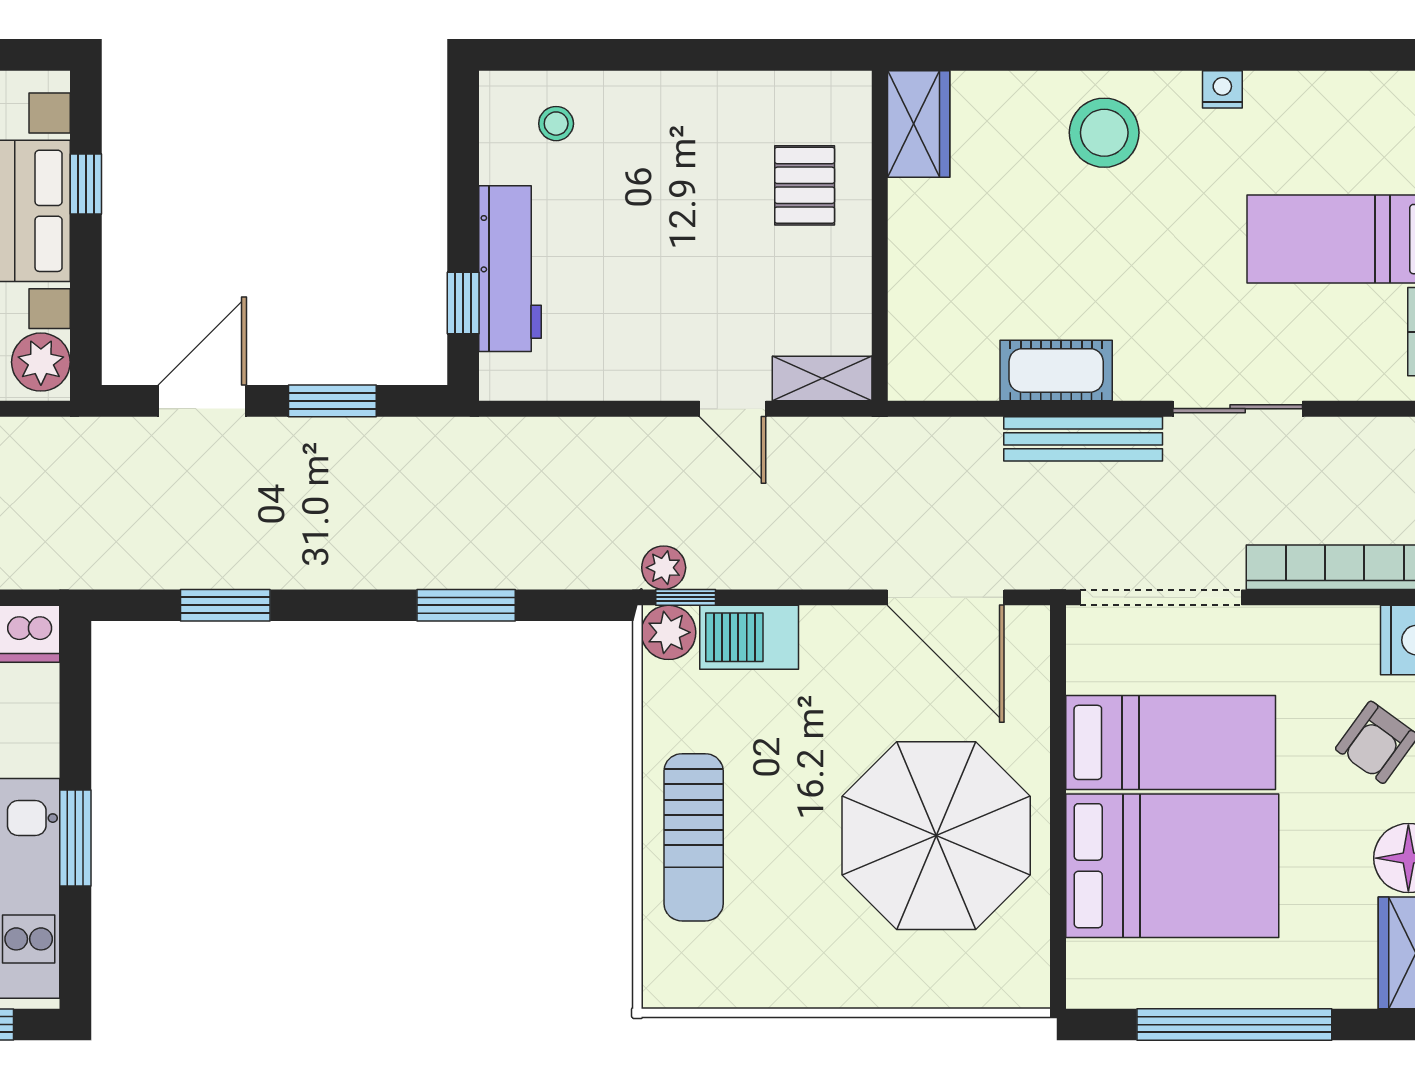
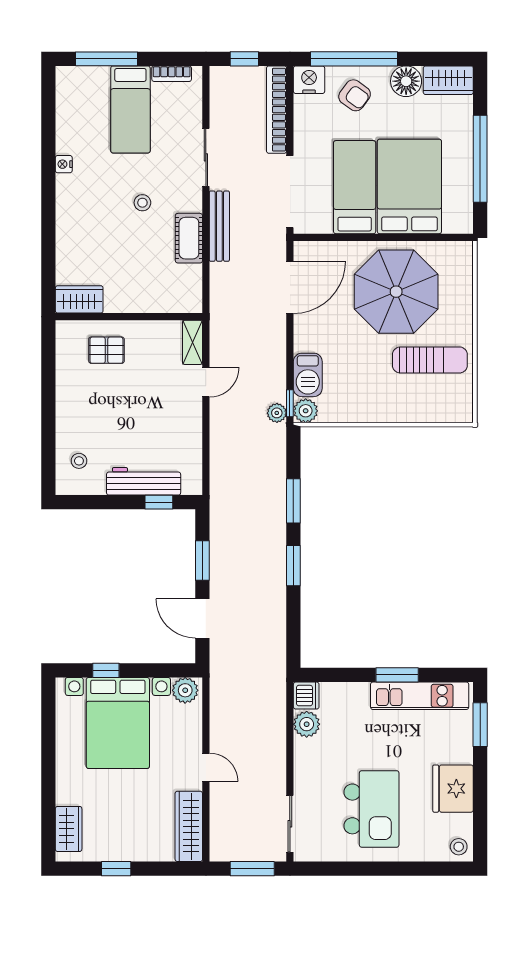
stool: (1104, 133) -> (142, 203), moved, width x0.53, depth x0.53
window: (225, 605) -> (293, 566), moved
sun lounger: (694, 837) -> (430, 360), moved

